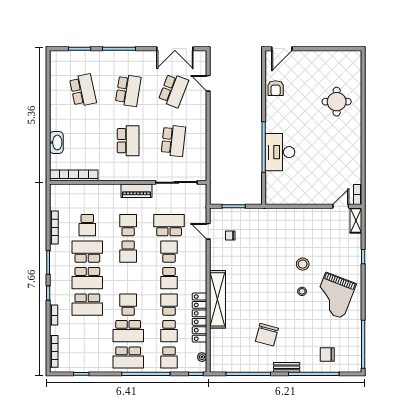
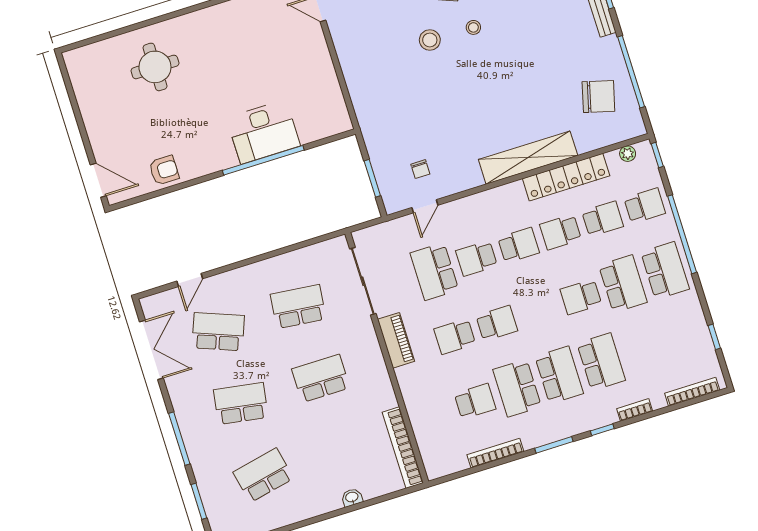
washbasin: (56, 142) -> (352, 497), width x0.52, depth x0.69
chair: (267, 335) -> (598, 96), moved

